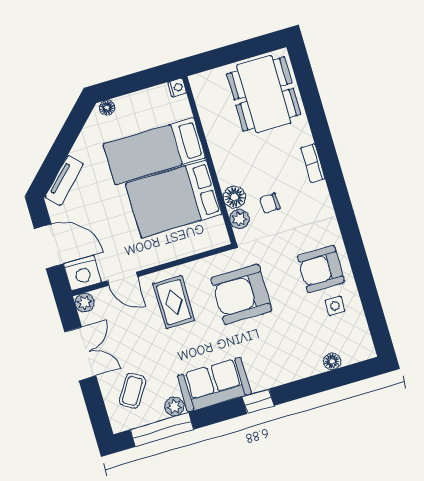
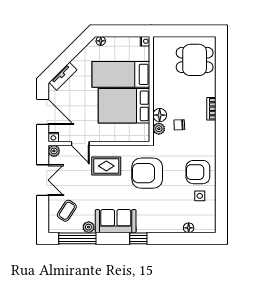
dining table: (264, 94) -> (195, 60), width x0.73
nightstand: (82, 273) -> (53, 137), width x0.53, depth x0.56
rug: (174, 302) -> (106, 166), turned 90

